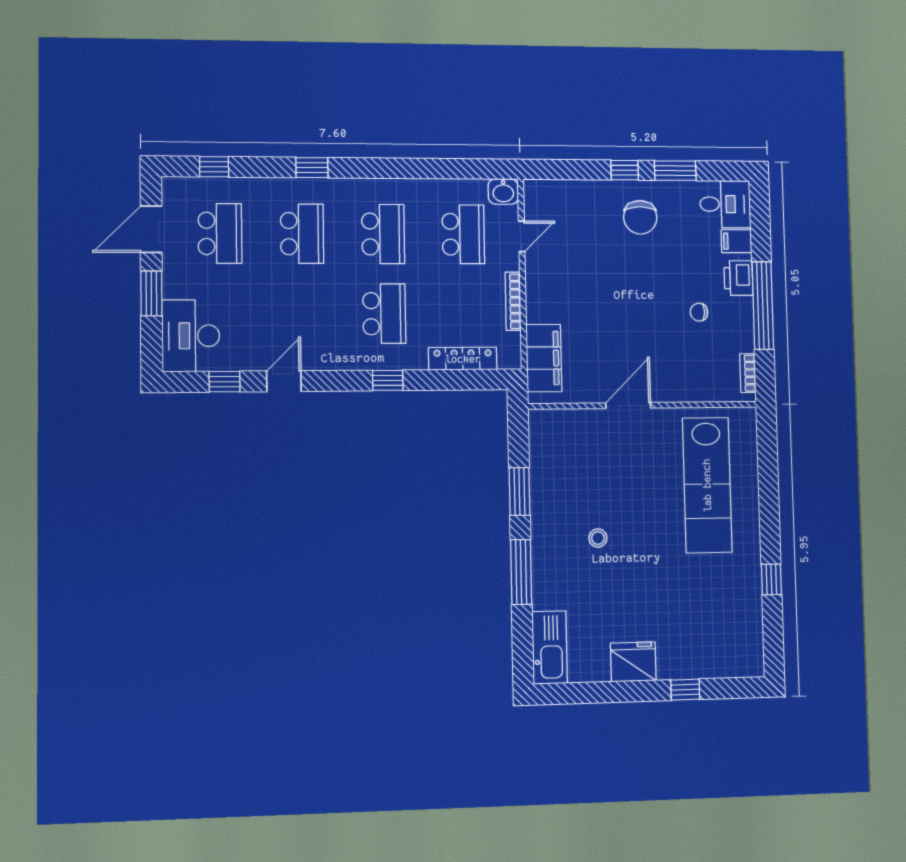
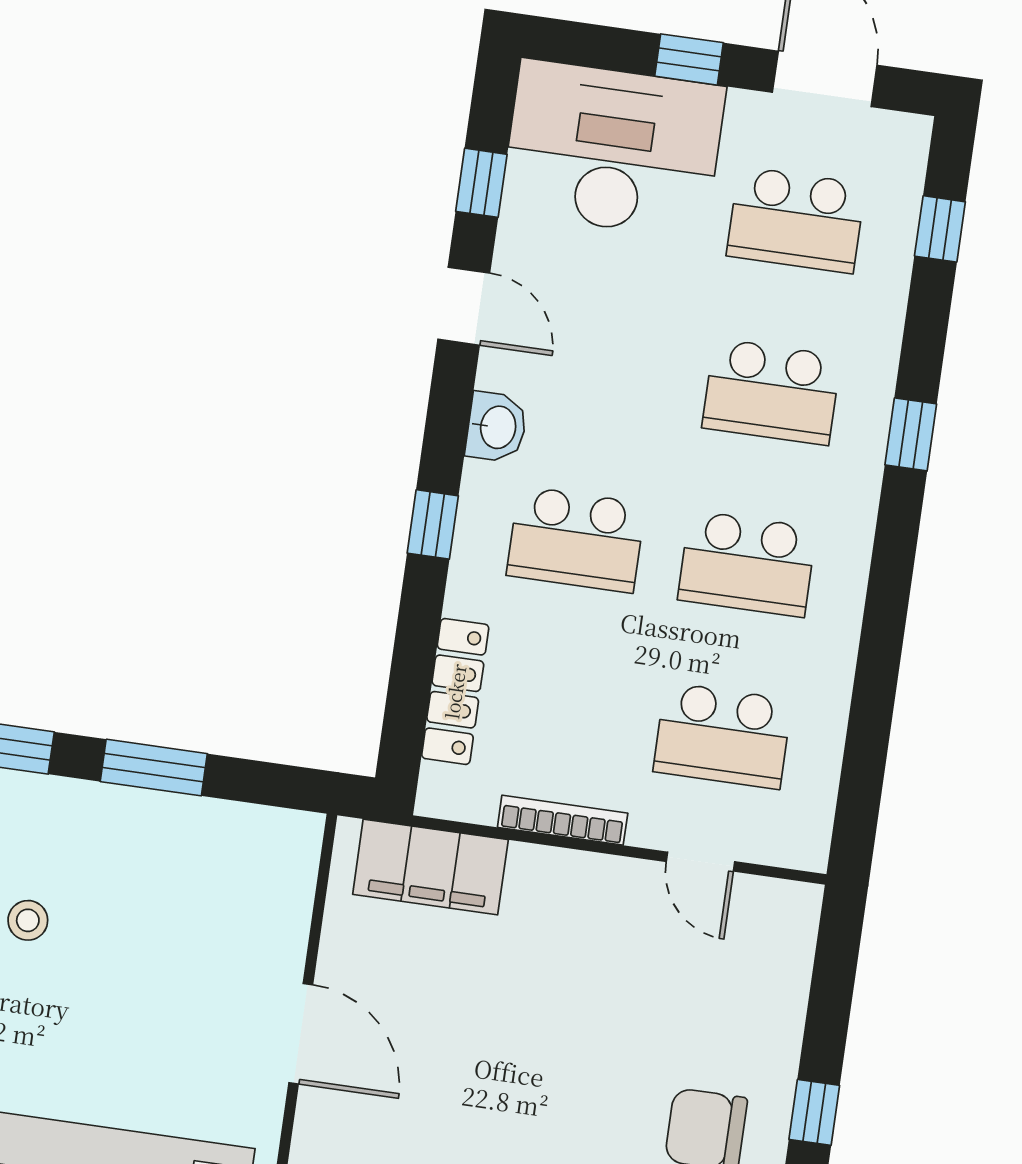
washbasin: (503, 192) -> (497, 427), moved, turned 180
window: (151, 293) -> (689, 59), width x0.67
desk: (191, 336) -> (613, 149), width x1.36, depth x1.30

